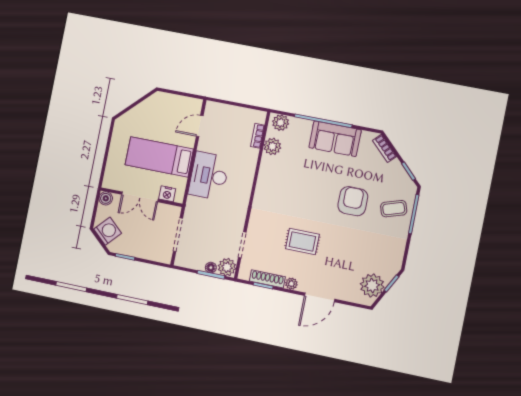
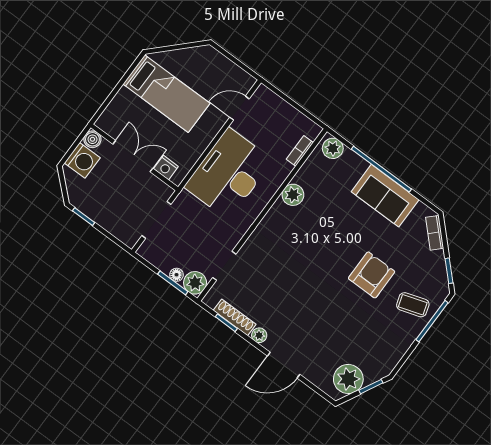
plant: (272, 146) -> (293, 195), moved
bed: (159, 157) -> (166, 94), moved, turned 180
desk: (209, 176) -> (229, 174), width x1.36, depth x1.30
double door: (140, 197) -> (133, 156), swing flipped
washing machine: (108, 231) -> (82, 160), moved, turned 47
rug: (302, 241) -> (294, 294), removed

